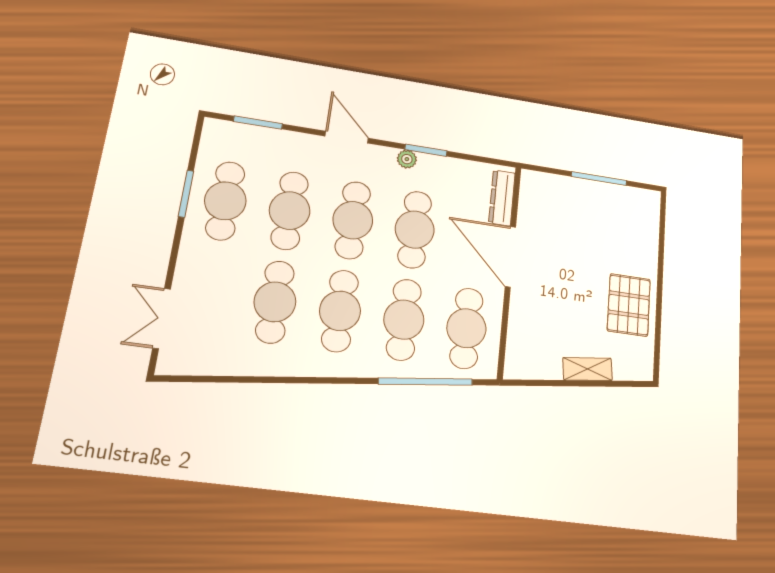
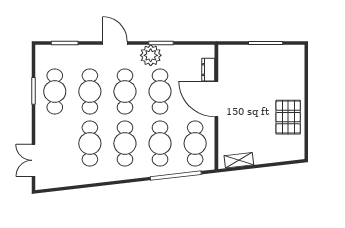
plant: (407, 159) -> (151, 55), width x1.87, depth x1.87
dresser: (502, 198) -> (208, 70), width x0.70
shelving: (588, 369) -> (239, 160), moved

